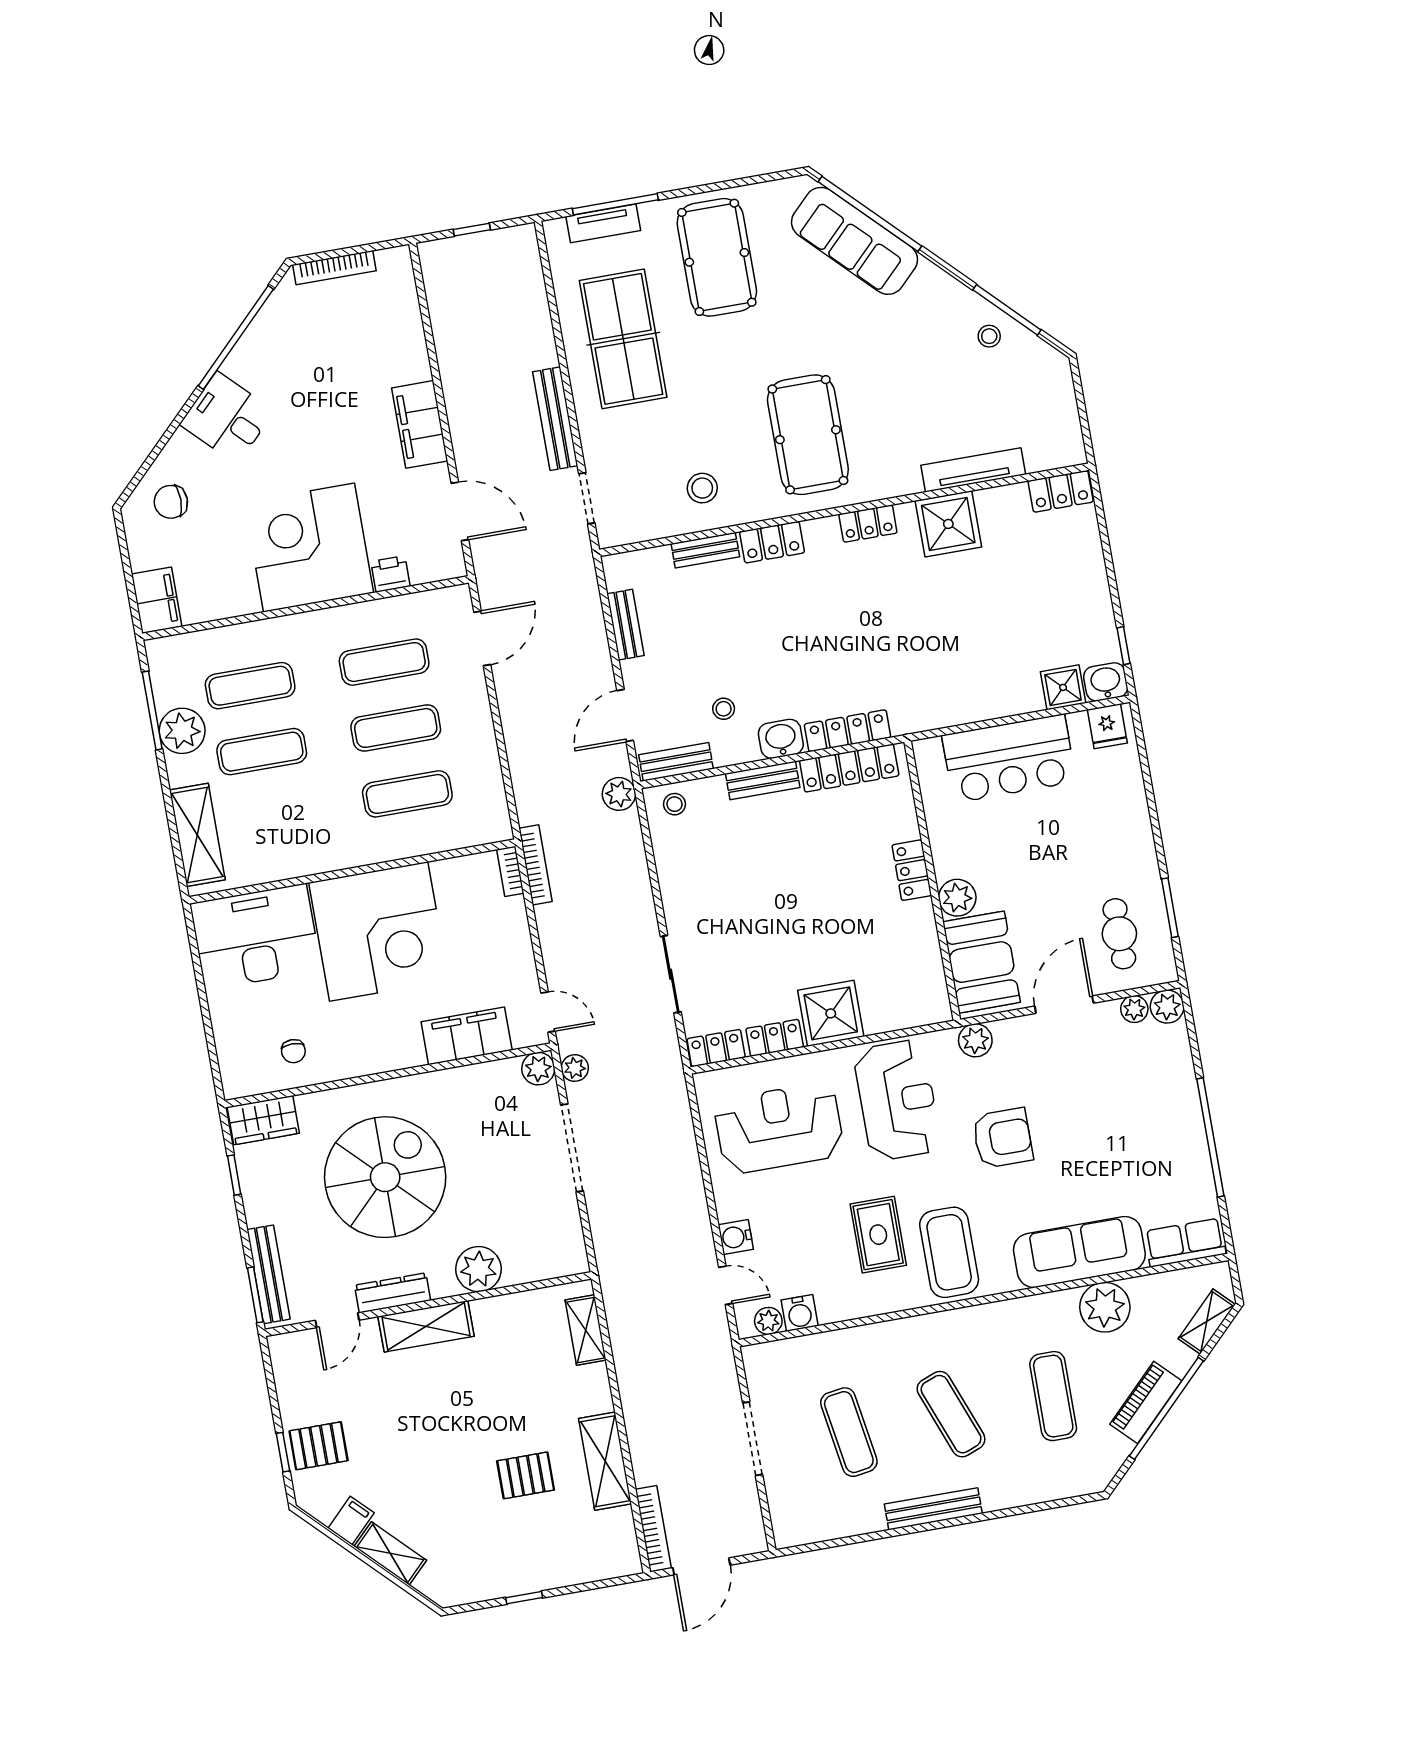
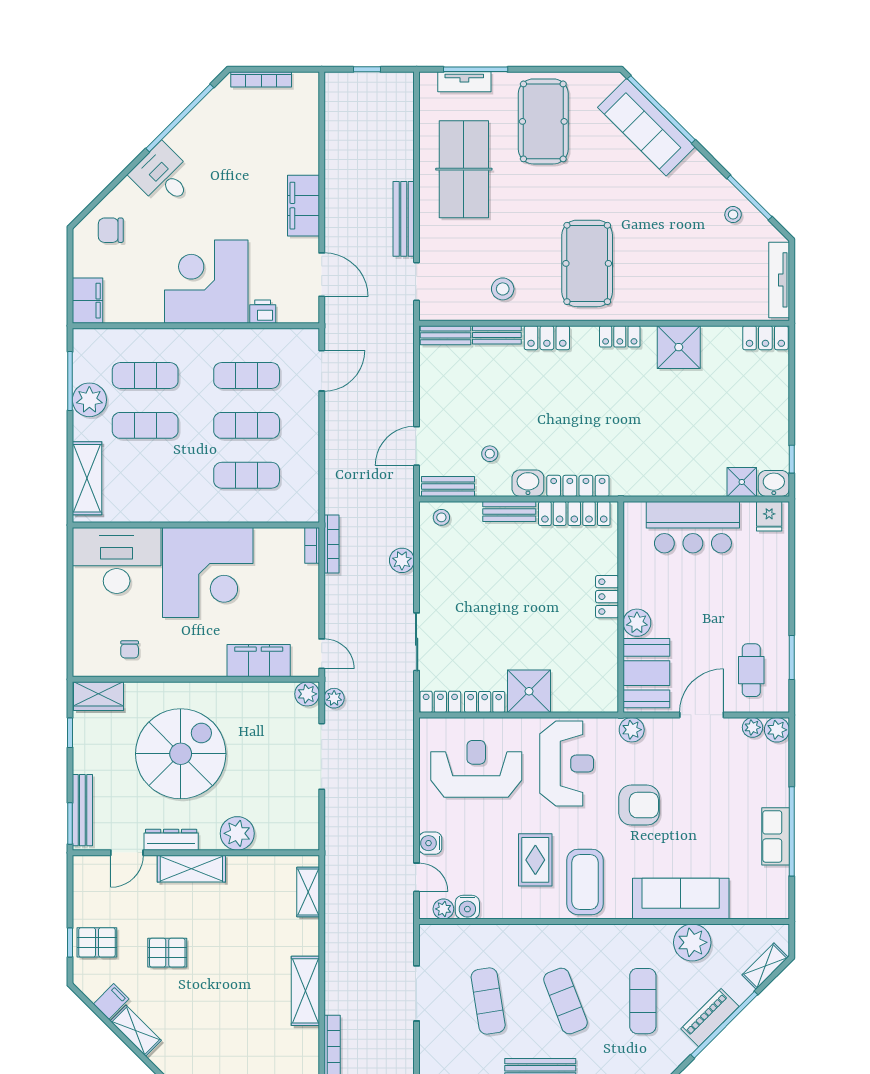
tv unit: (973, 470) -> (779, 280), moved, turned -90
bench: (625, 625) -> (445, 335), moved, turned 90
plant: (619, 794) -> (402, 560), moved
row of seats: (1185, 1243) -> (776, 836), moved, turned -90
pallet: (526, 1475) -> (167, 953), moved

